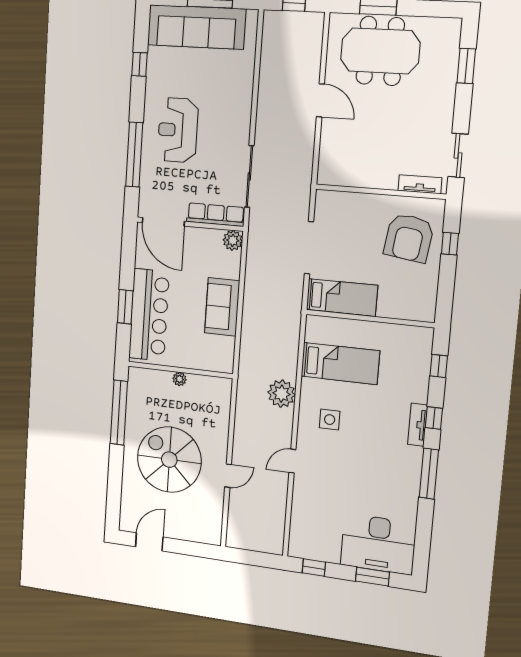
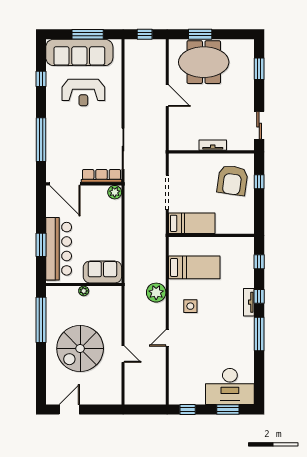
reception desk: (178, 130) -> (83, 93), moved, turned -90
tv unit: (420, 184) -> (213, 145), moved
sofa: (222, 307) -> (102, 272), moved, turned 90
spiral stairs: (169, 460) -> (80, 349), turned -90
door: (228, 476) -> (123, 354), hinge flipped

